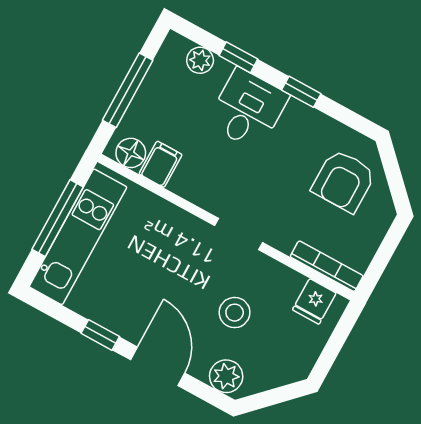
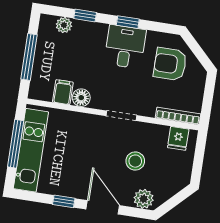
desk: (248, 109) -> (125, 47), moved
floor lamp: (131, 153) -> (81, 98), moved
armchair: (344, 181) -> (170, 64), turned 90

